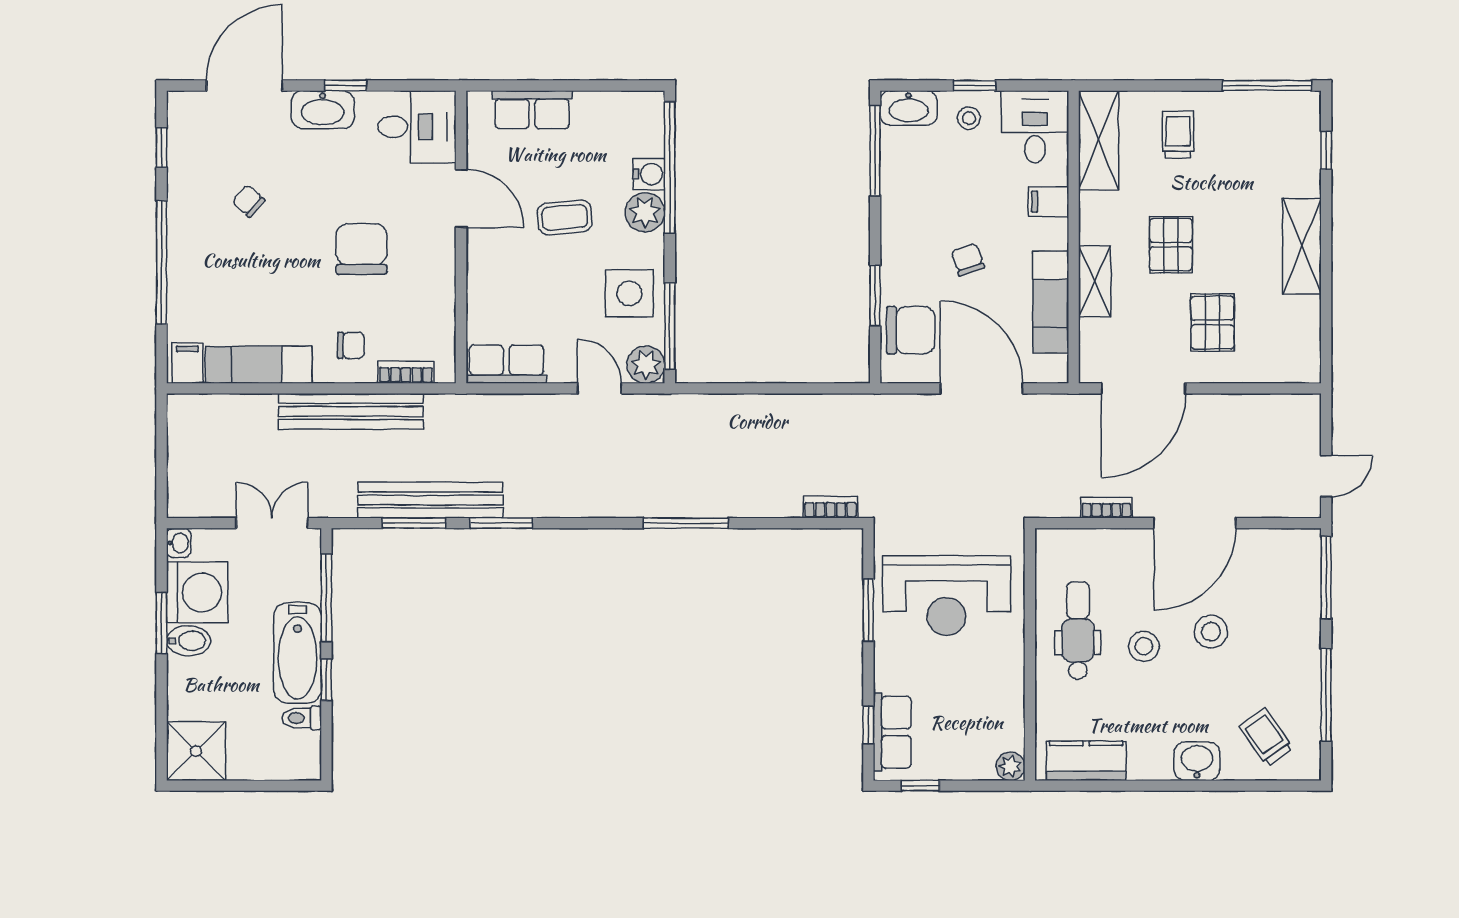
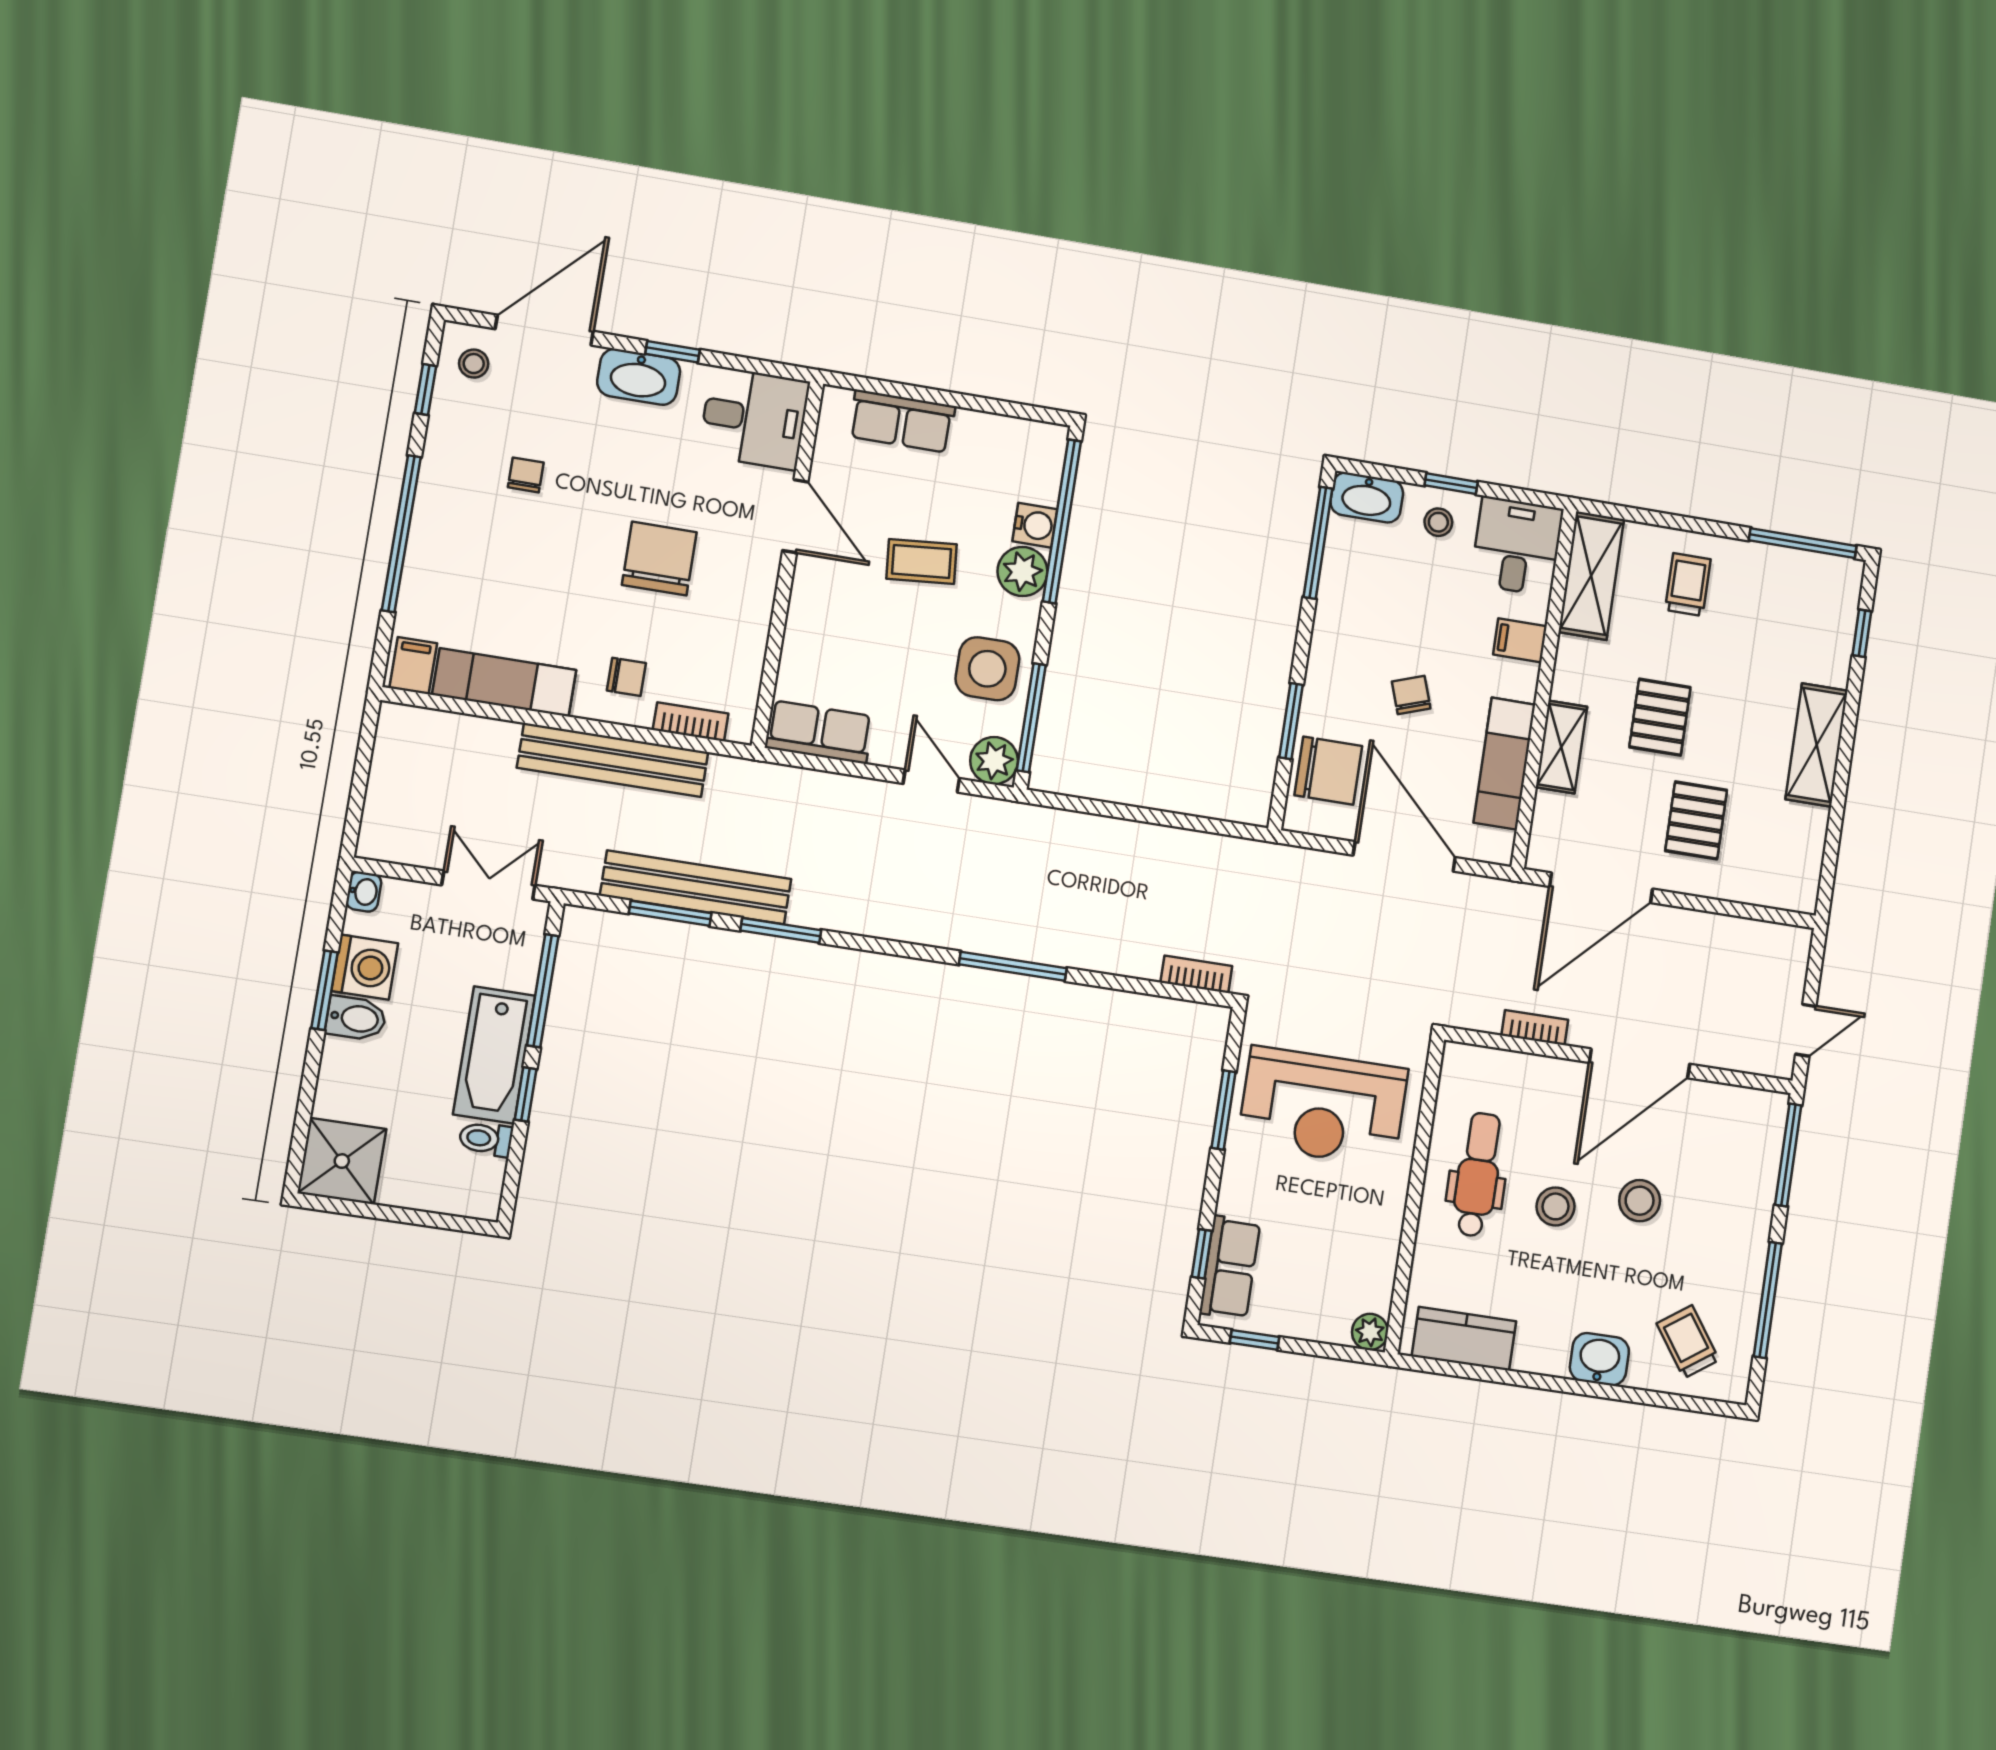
stool: (195, 121) -> (474, 364), added
chair: (249, 201) -> (526, 475), turned 47
washing machine: (197, 592) -> (365, 967), width x0.73, depth x0.73

